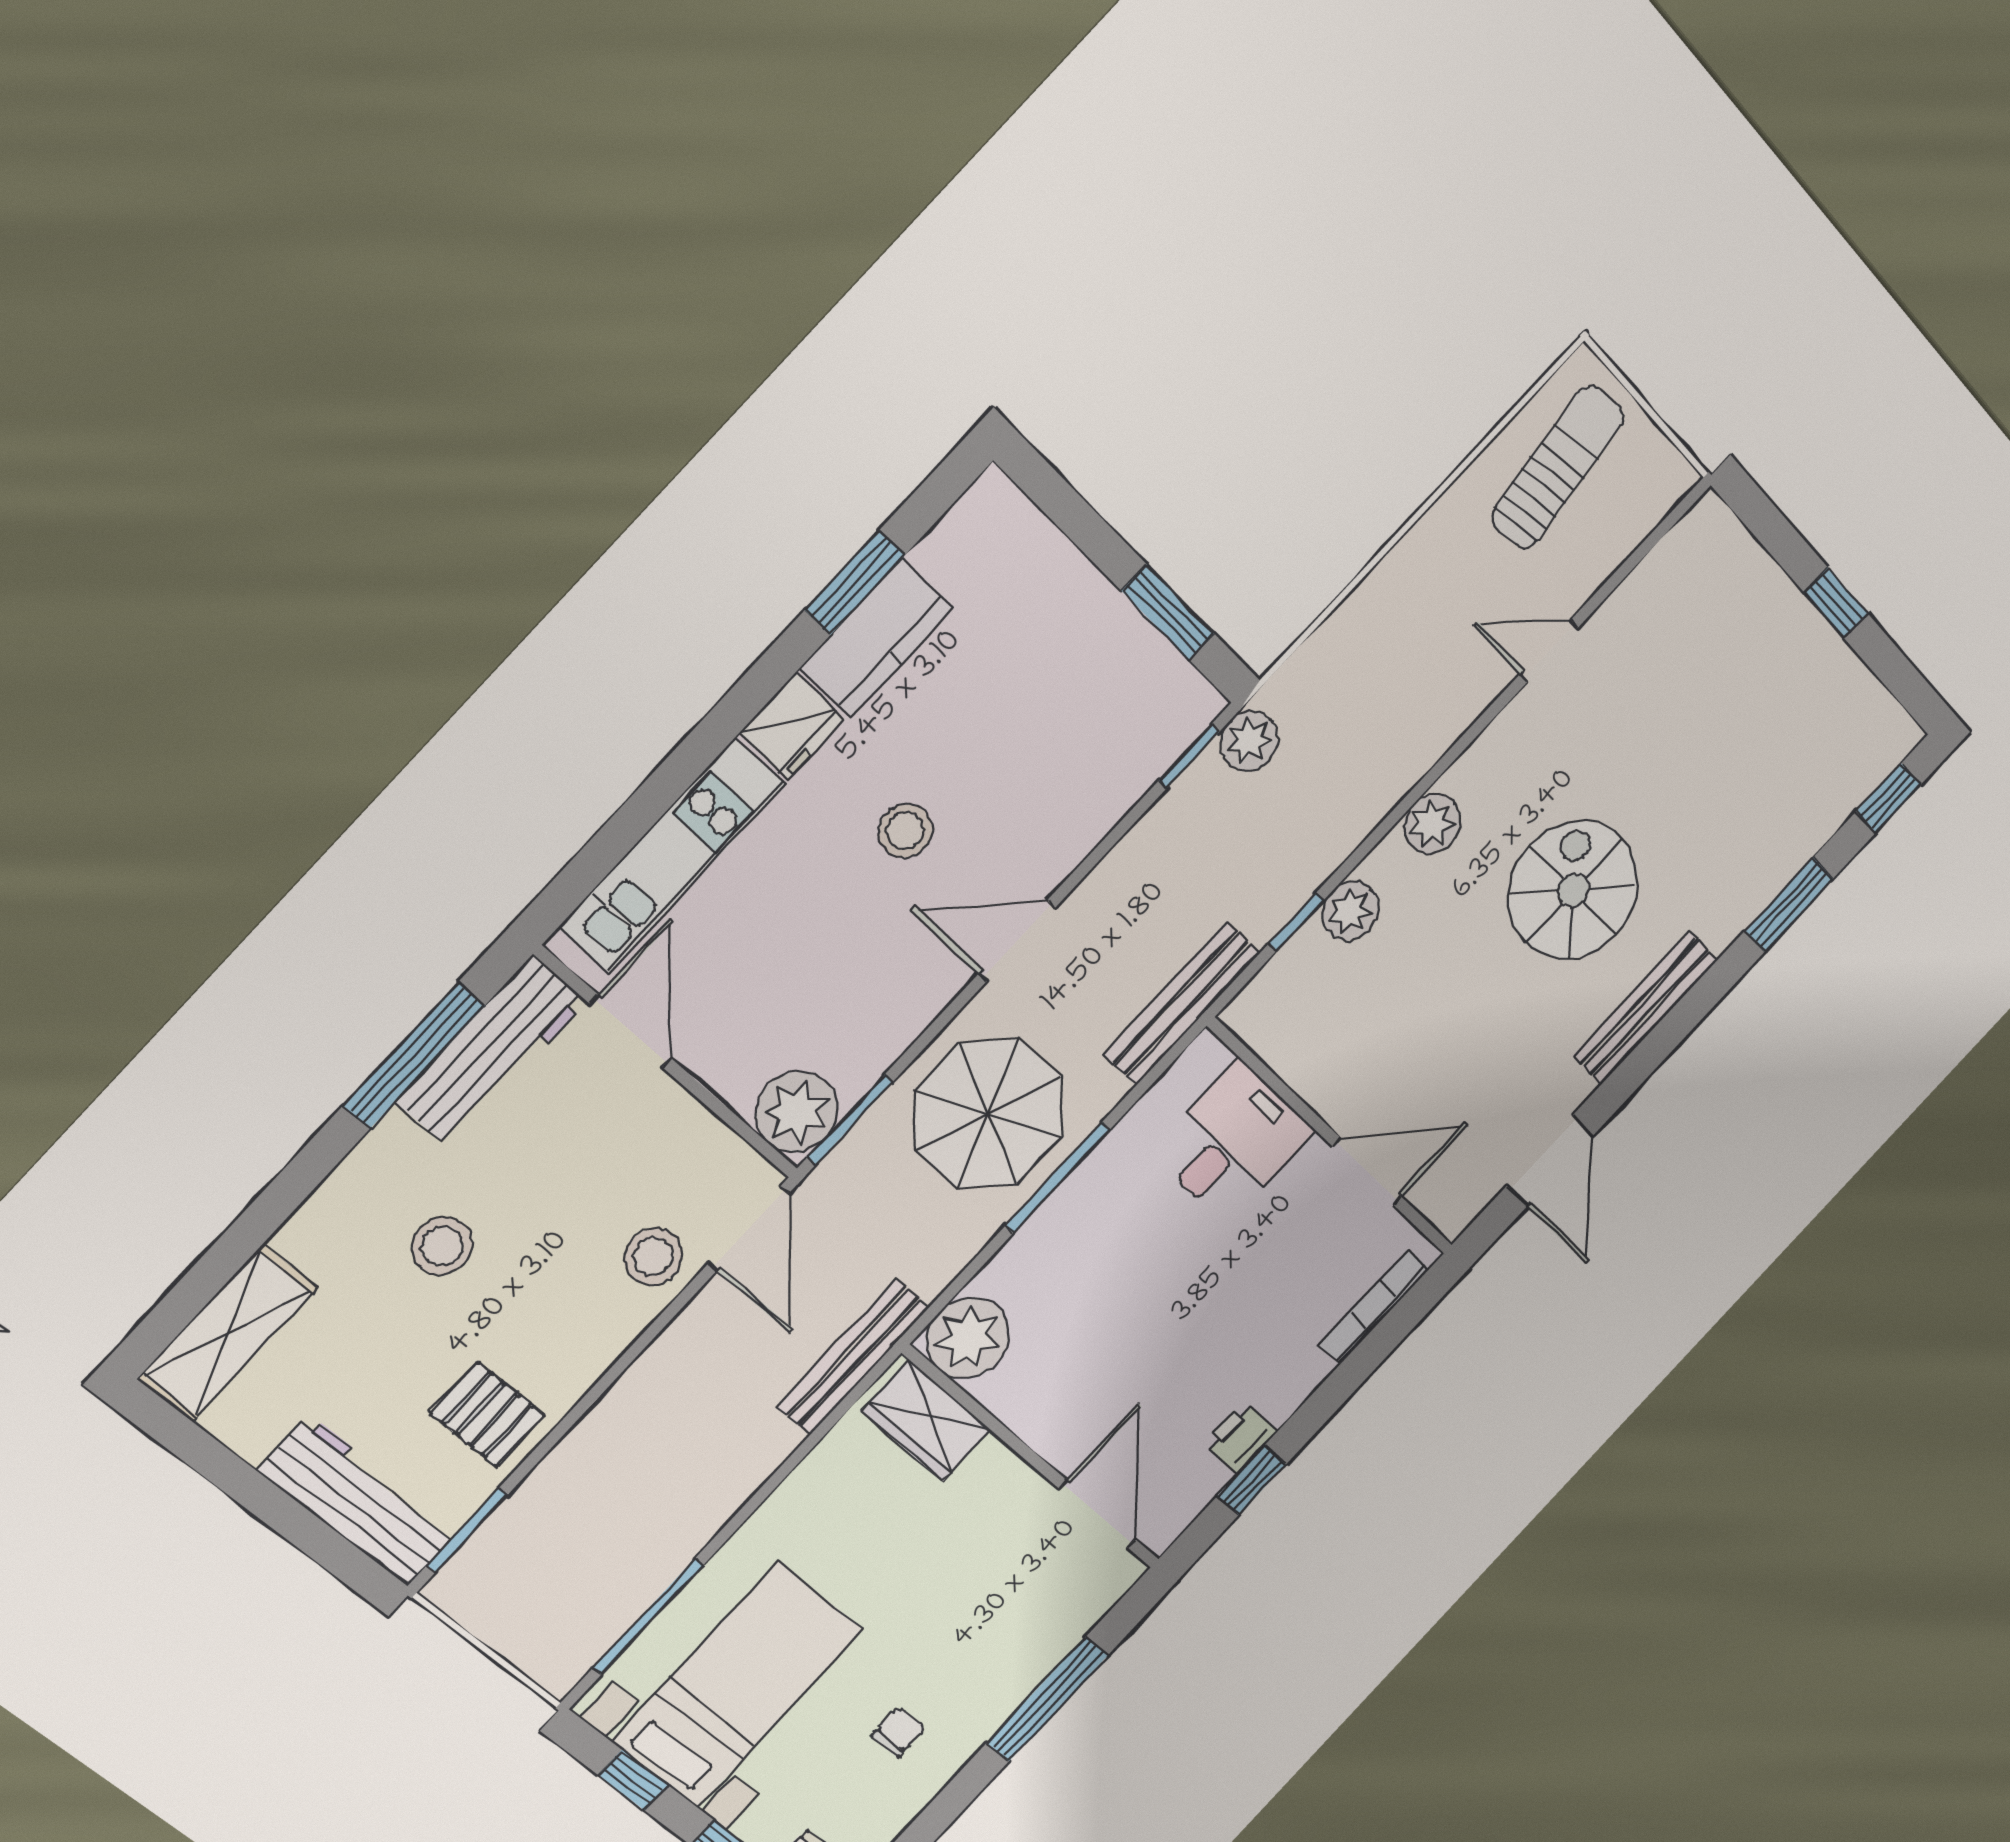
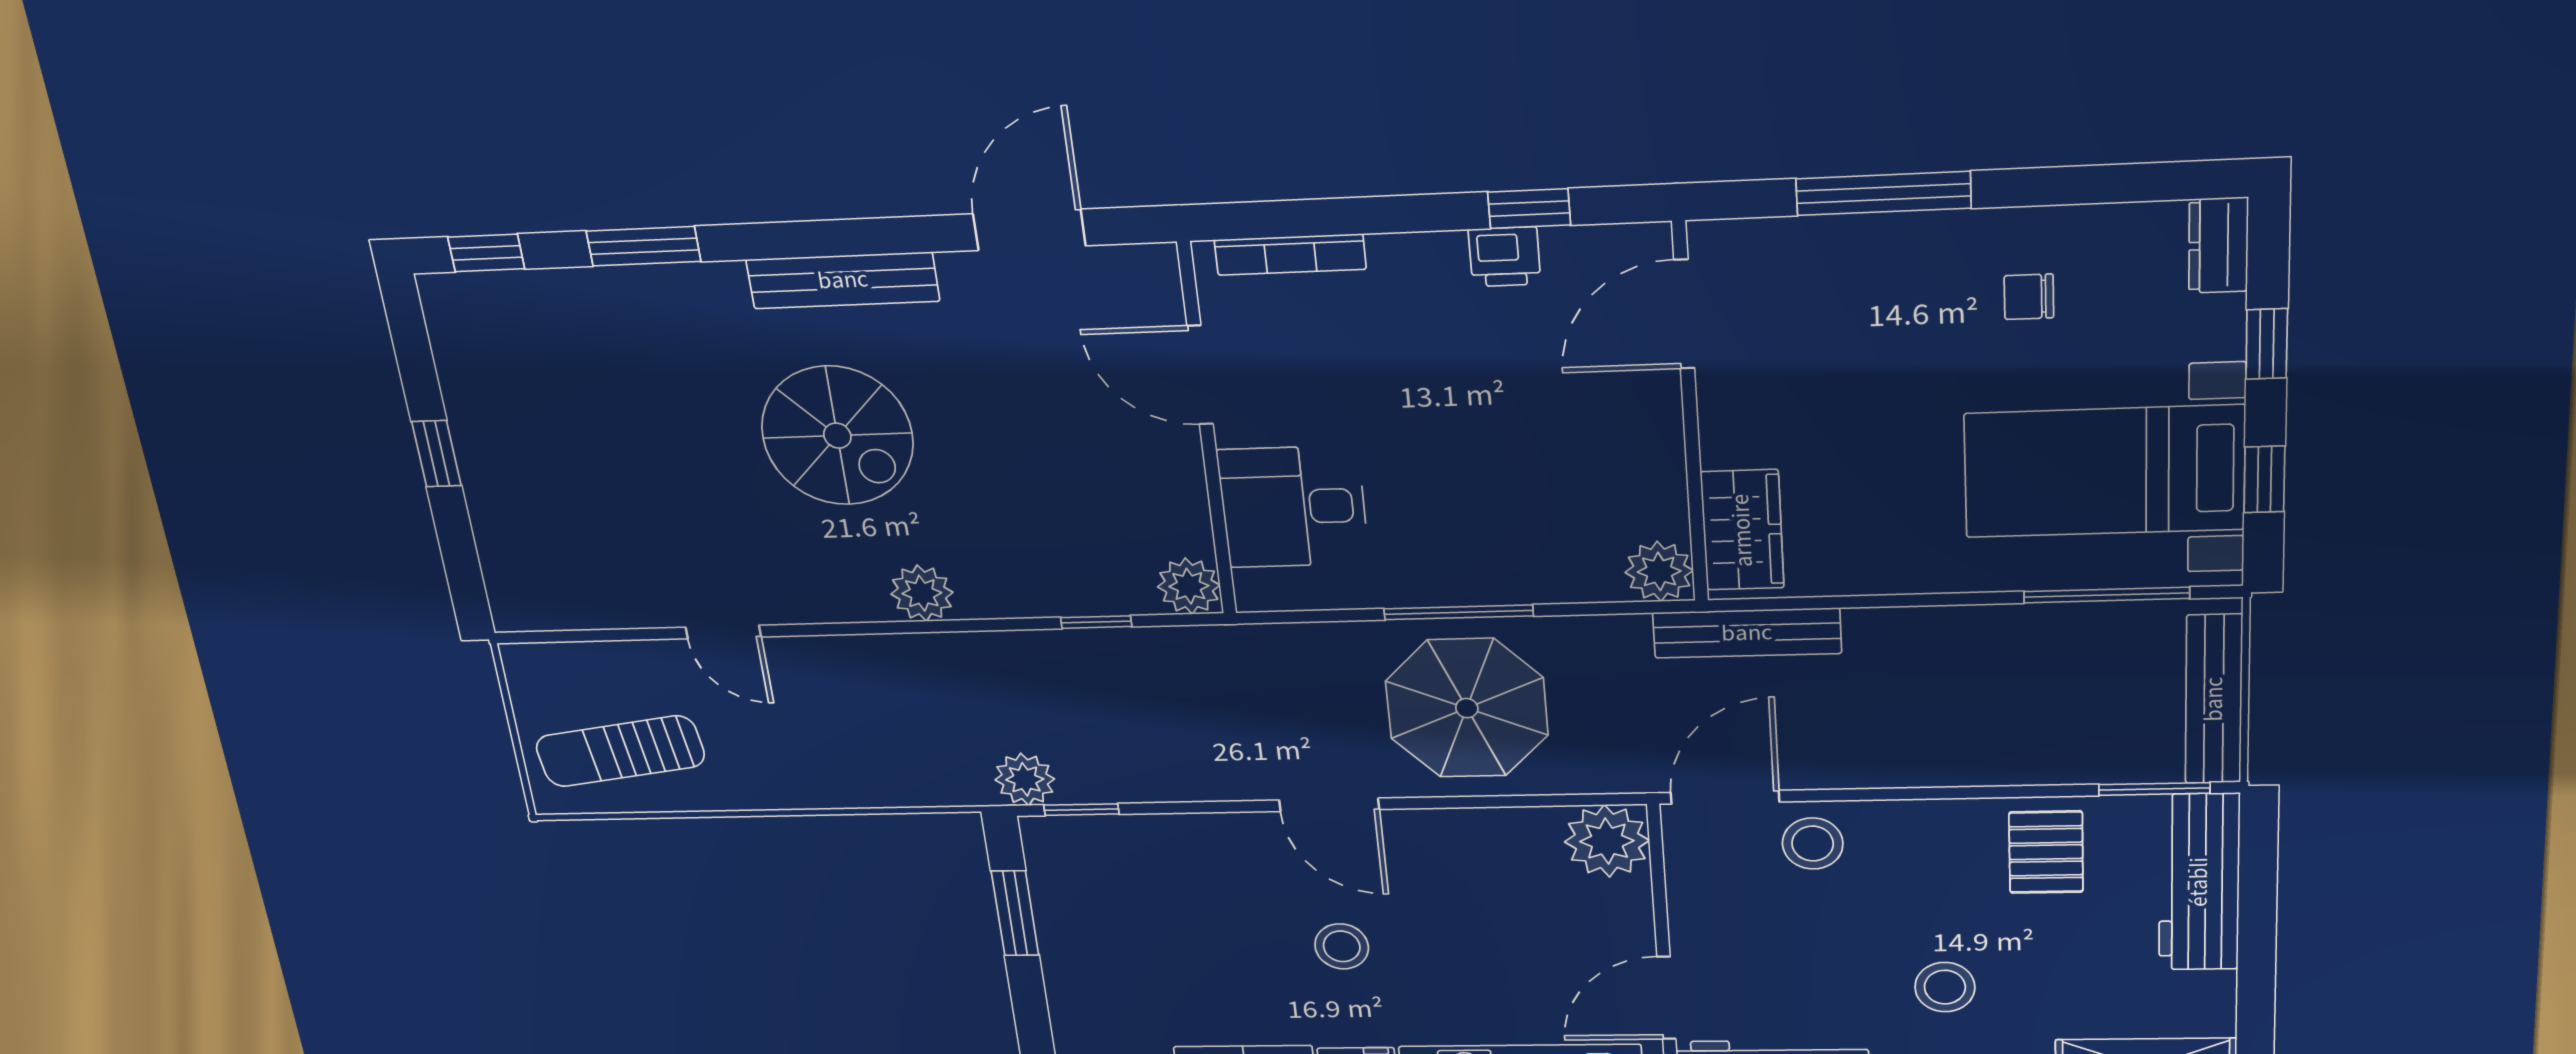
spiral stairs: (1573, 890) -> (837, 436), turned -90
plant: (1350, 911) -> (1189, 586), moved
bench: (1182, 1004) -> (2214, 699), moved, turned 90
window: (850, 1120) -> (1574, 800), removed
plant: (968, 1338) -> (1659, 571), width x0.73, depth x0.73

